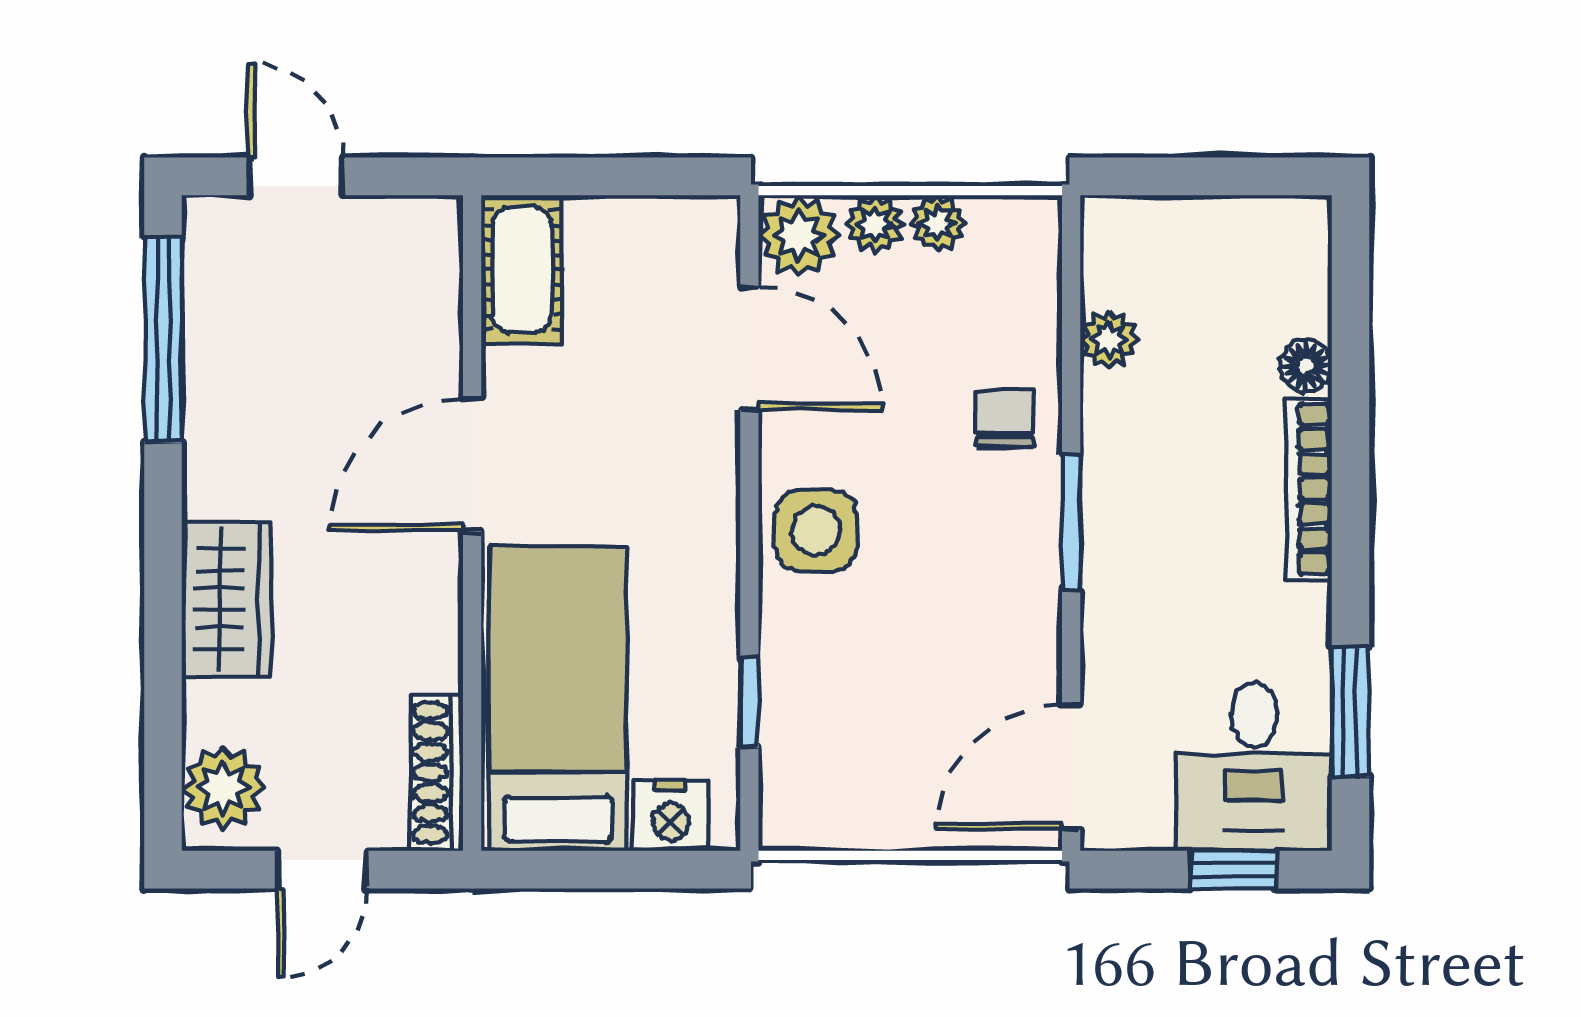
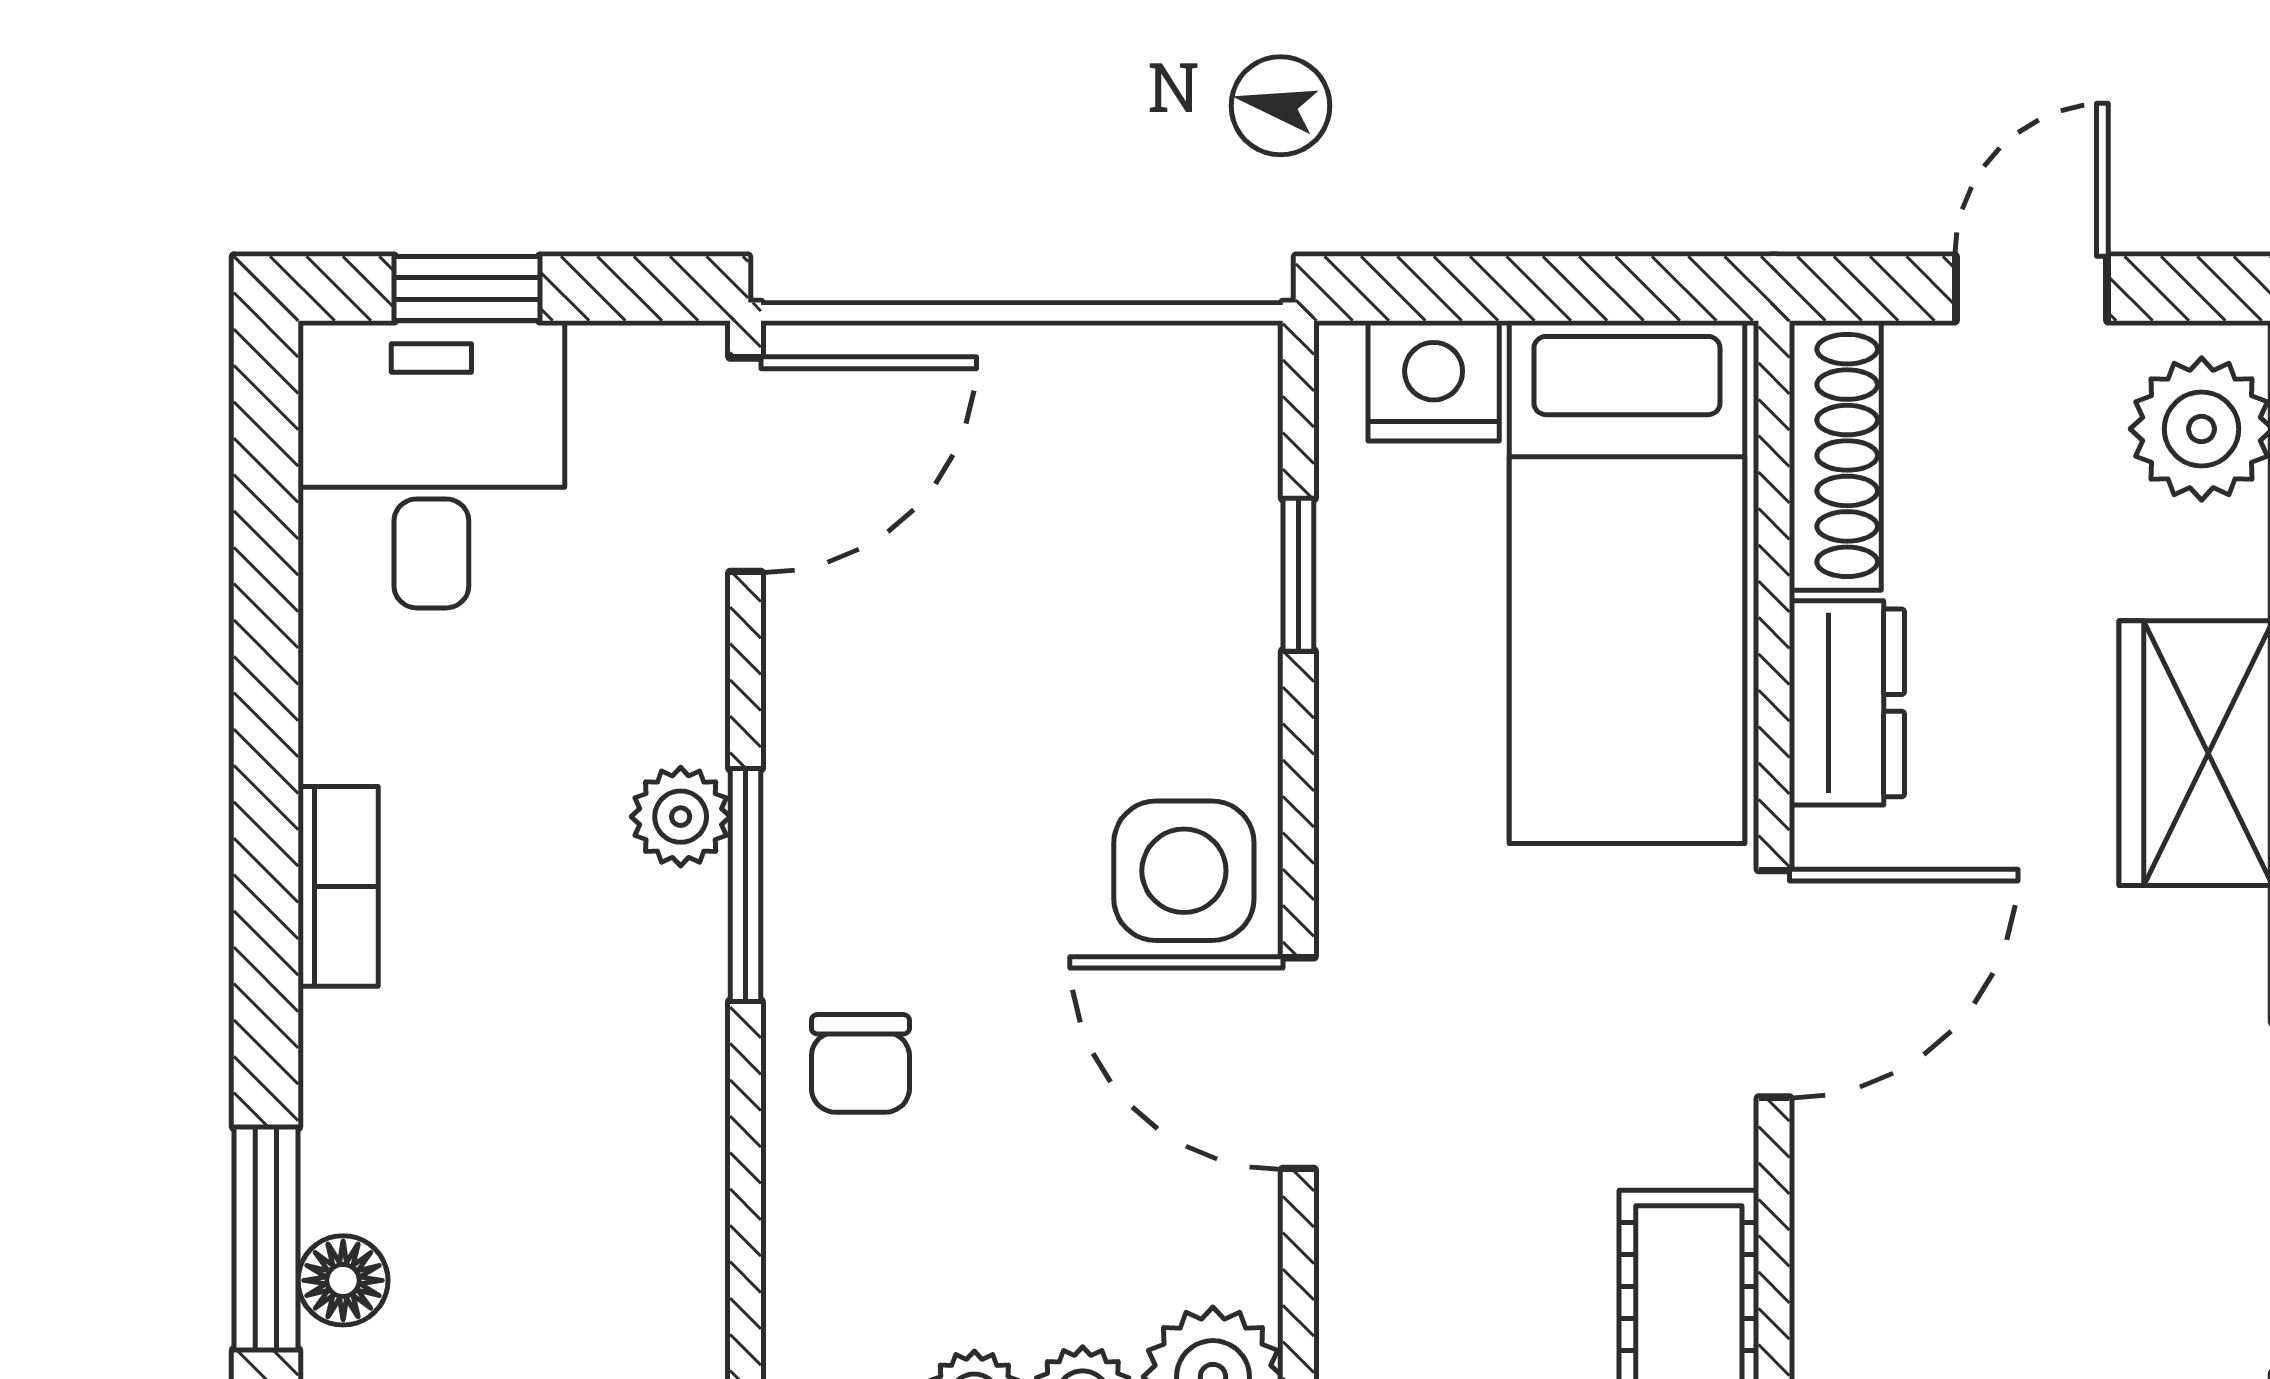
plant: (1109, 340) -> (681, 817), moved
door: (749, 348) -> (1298, 1063), moved
floor lamp: (1306, 366) -> (343, 1280), moved
bookcase: (1309, 489) -> (338, 886), width x0.64
dresser: (430, 628) -> (1847, 703), added
window: (1351, 712) -> (266, 1238), moved

